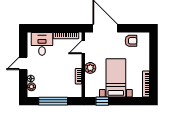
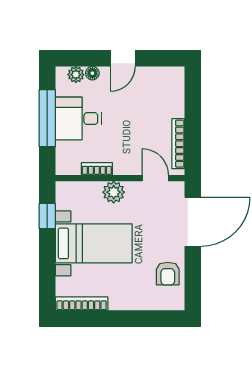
desk: (42, 44) -> (78, 119), moved, turned 180
door: (23, 63) -> (123, 58), swing flipped

